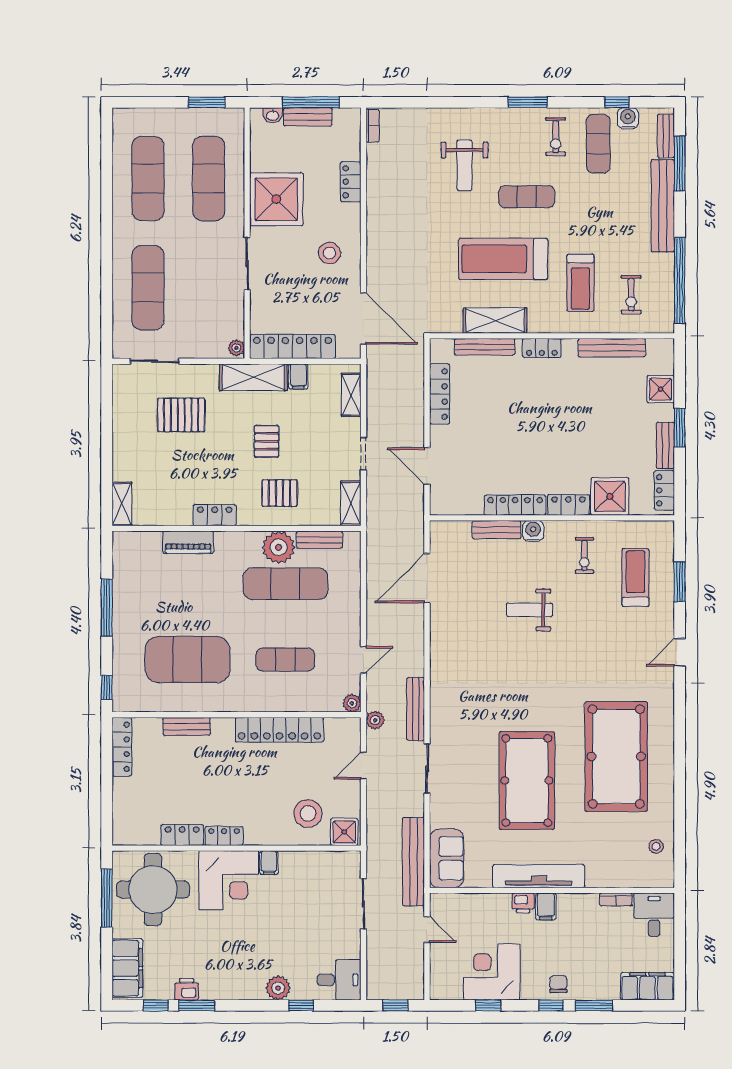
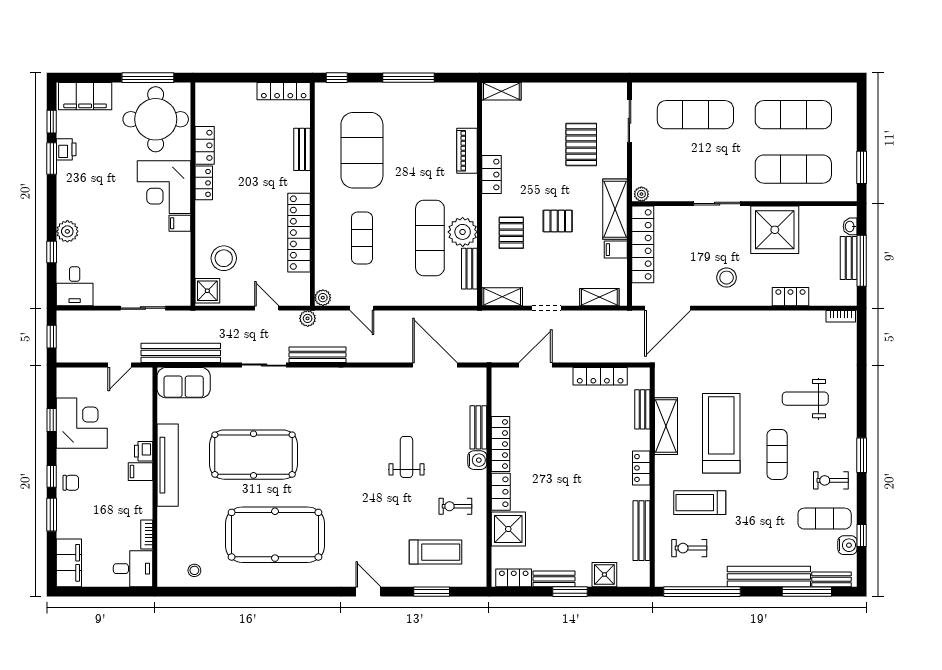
bench: (485, 347) -> (642, 409), width x0.73

